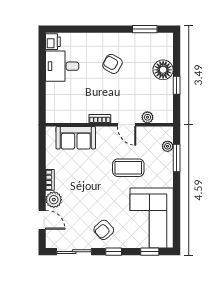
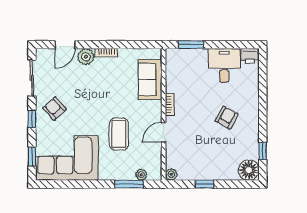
window: (145, 29) -> (263, 151), width x0.67
floor lamp: (163, 70) -> (249, 170), moved
window: (42, 99) -> (191, 45), added
plant: (147, 117) -> (171, 174), moved

